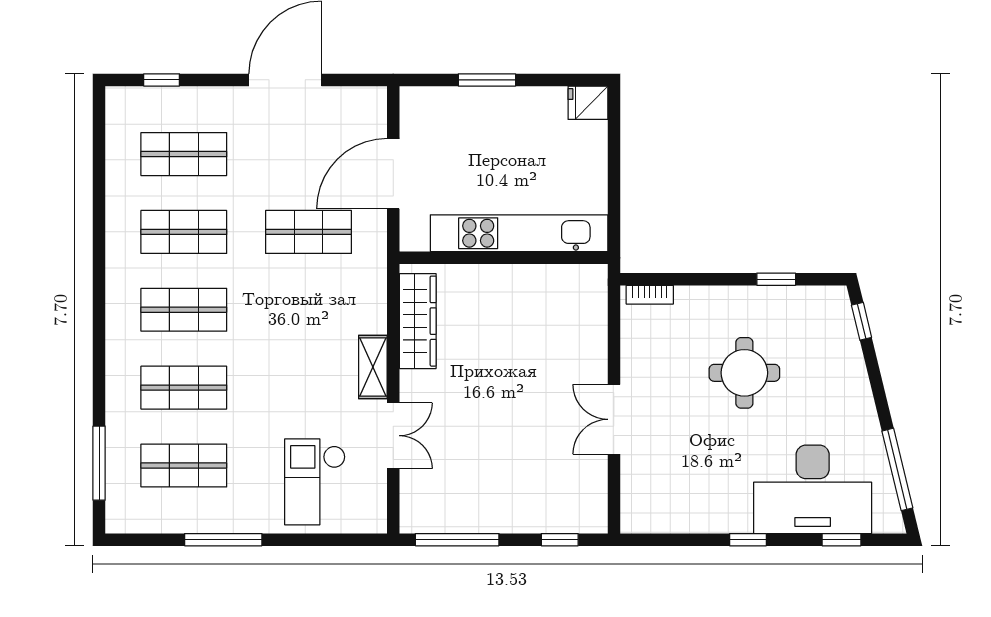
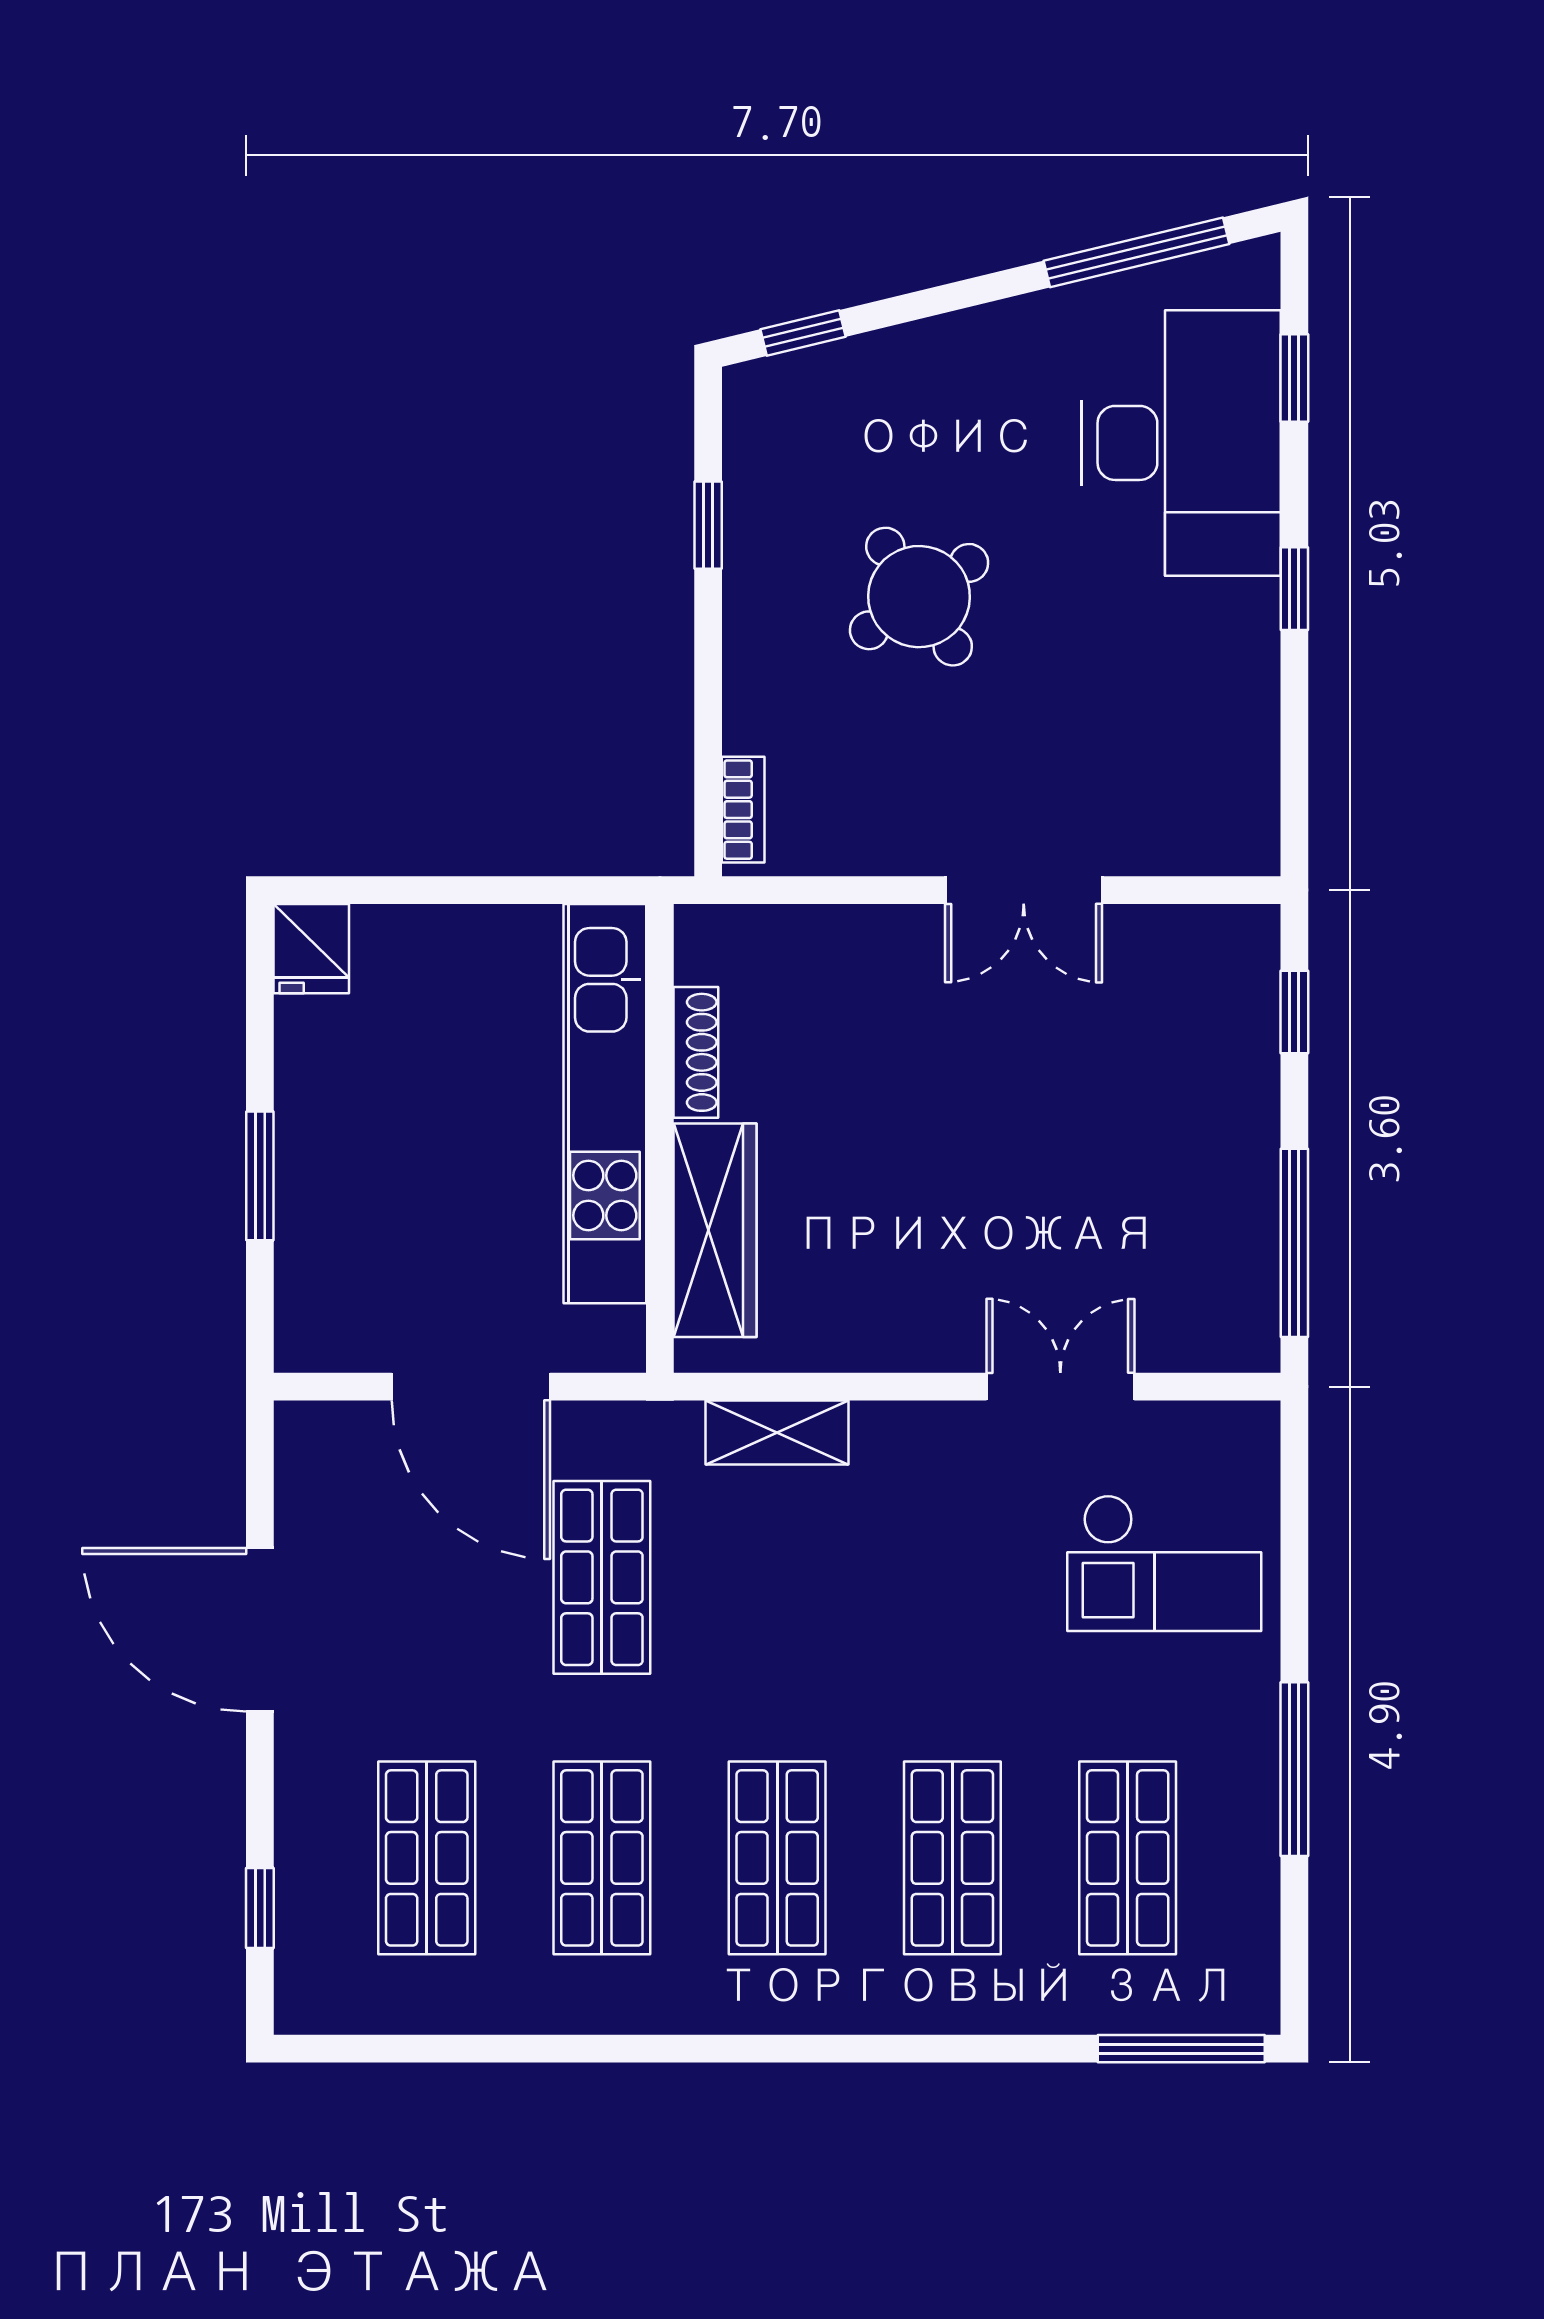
shoe rack: (542, 274) -> (696, 1052), added
wardrobe: (418, 321) -> (715, 1230), moved, turned 90
shelving: (373, 367) -> (777, 1433), moved
round table: (744, 373) -> (919, 597), turned -34
window: (99, 463) -> (1181, 2049), moved

